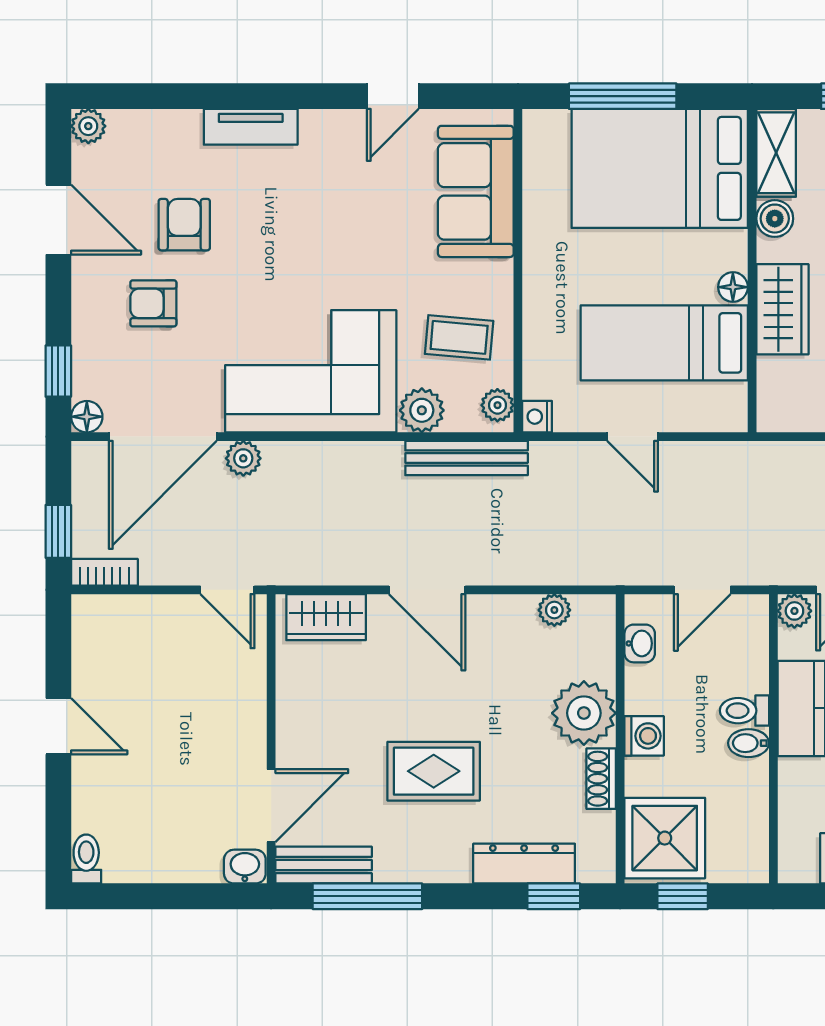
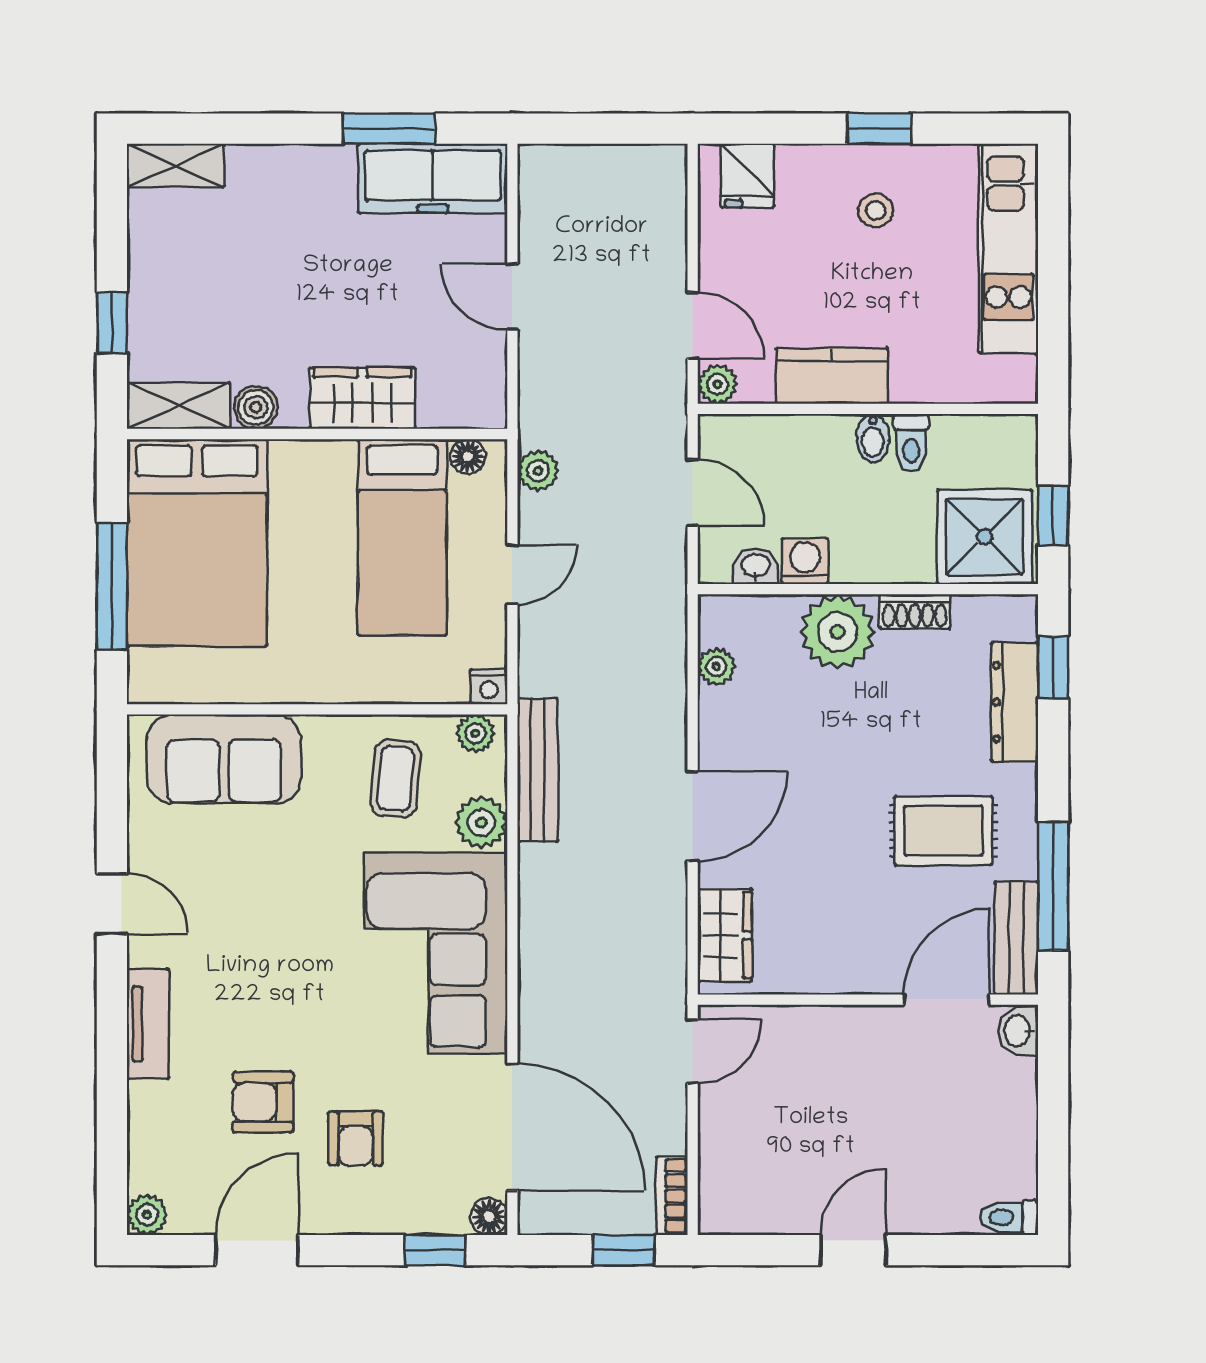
door: (393, 96) -> (112, 904), moved
floor lamp: (733, 287) -> (468, 456), moved
plant: (243, 458) -> (538, 471), moved
toilet: (744, 711) -> (911, 443), moved
washing machine: (644, 736) -> (805, 561), moved
rug: (434, 771) -> (943, 831), moved, turned 90
door: (271, 806) -> (946, 1000), hinge flipped

